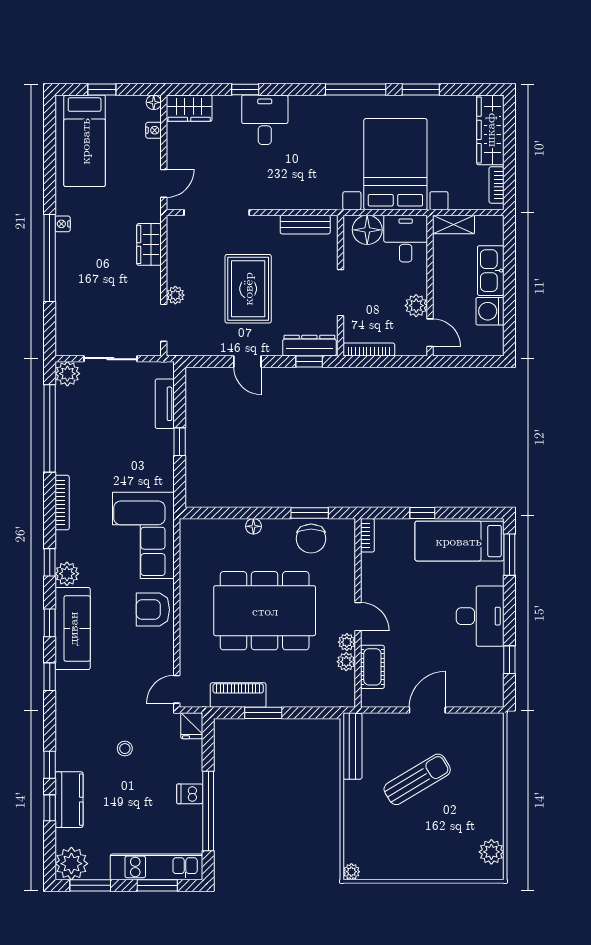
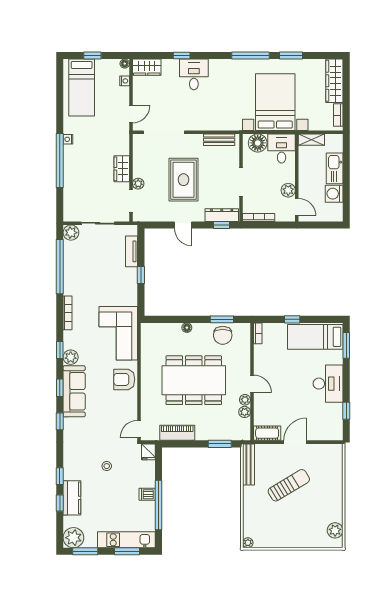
wardrobe: (149, 244) -> (122, 169), moved
cot: (372, 667) -> (267, 433), moved, turned 90
window: (263, 713) -> (220, 444), moved

